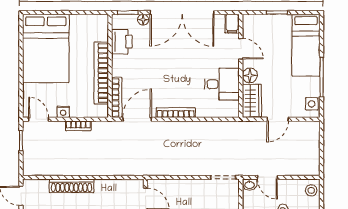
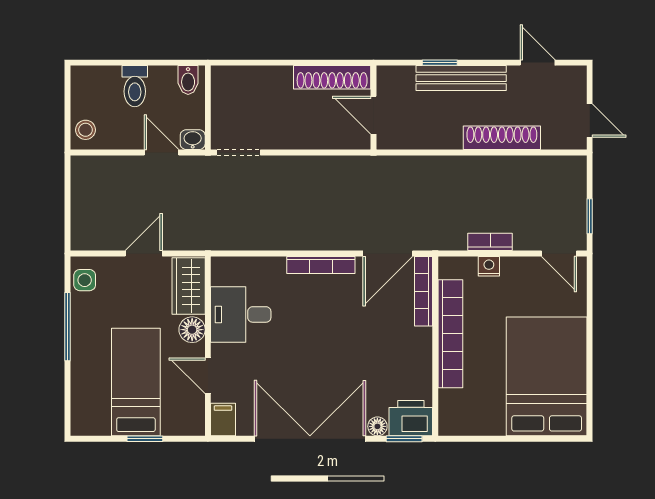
printer: (122, 42) -> (411, 418), moved, turned 90
bed: (306, 45) -> (136, 382), moved
nightstand: (63, 112) -> (489, 266), moved

